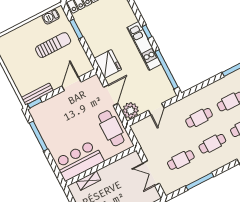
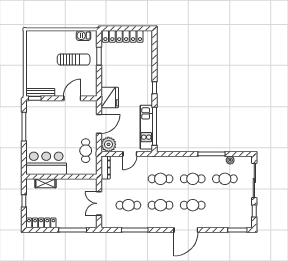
kitchen unit: (144, 46) -> (146, 127), moved
cafe table: (111, 128) -> (86, 151), width x0.73, depth x0.74
dresser: (139, 135) -> (106, 168), added

